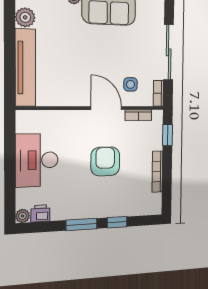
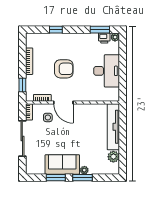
armchair: (105, 161) -> (64, 69), turned -90
window: (82, 224) -> (100, 30), moved

